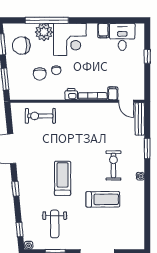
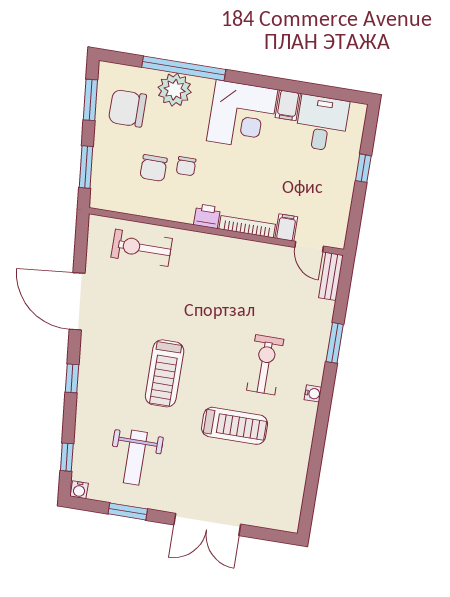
corner desk: (70, 39) -> (242, 115), moved
bench: (140, 119) -> (331, 276), width x0.73
treadmill: (63, 178) -> (165, 373), turned 180

